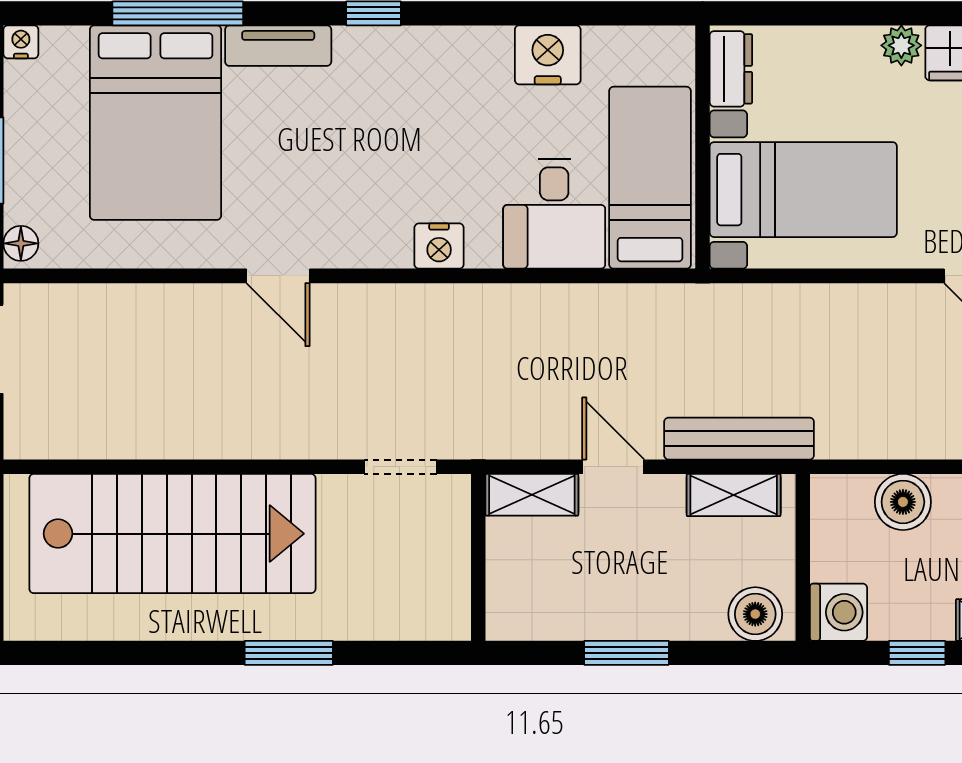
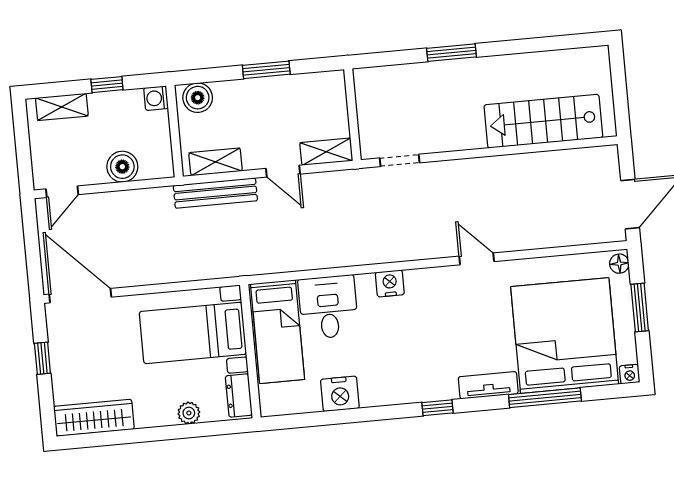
plant: (901, 45) -> (189, 413), moved
bed: (156, 123) -> (565, 335), width x1.36
stairs: (172, 534) -> (543, 121), width x0.73, depth x0.66
washing machine: (838, 612) -> (156, 98), width x0.73, depth x0.73

